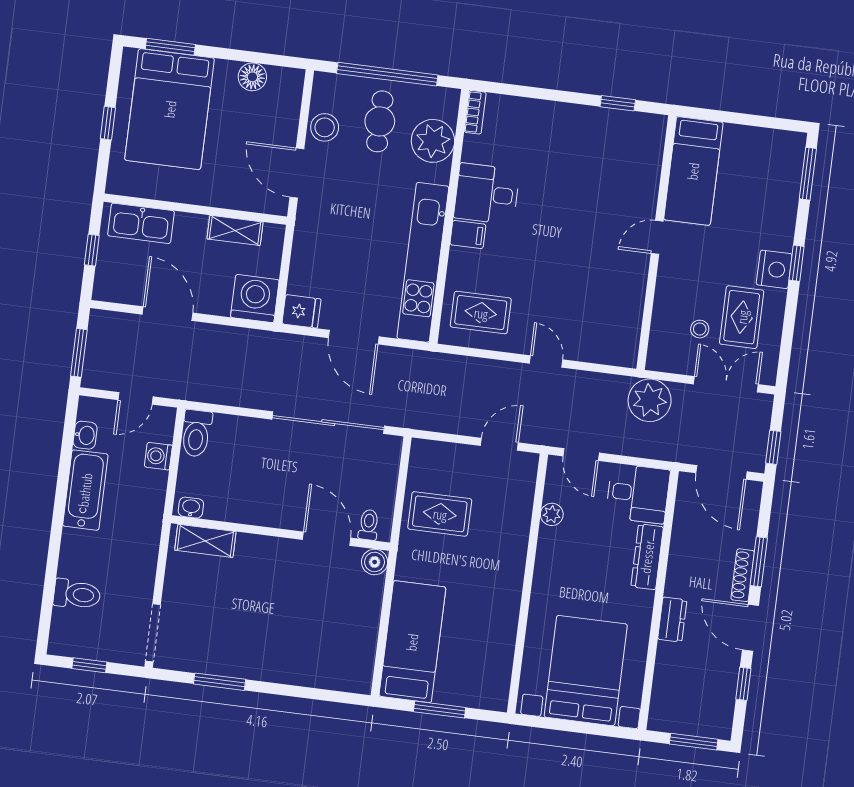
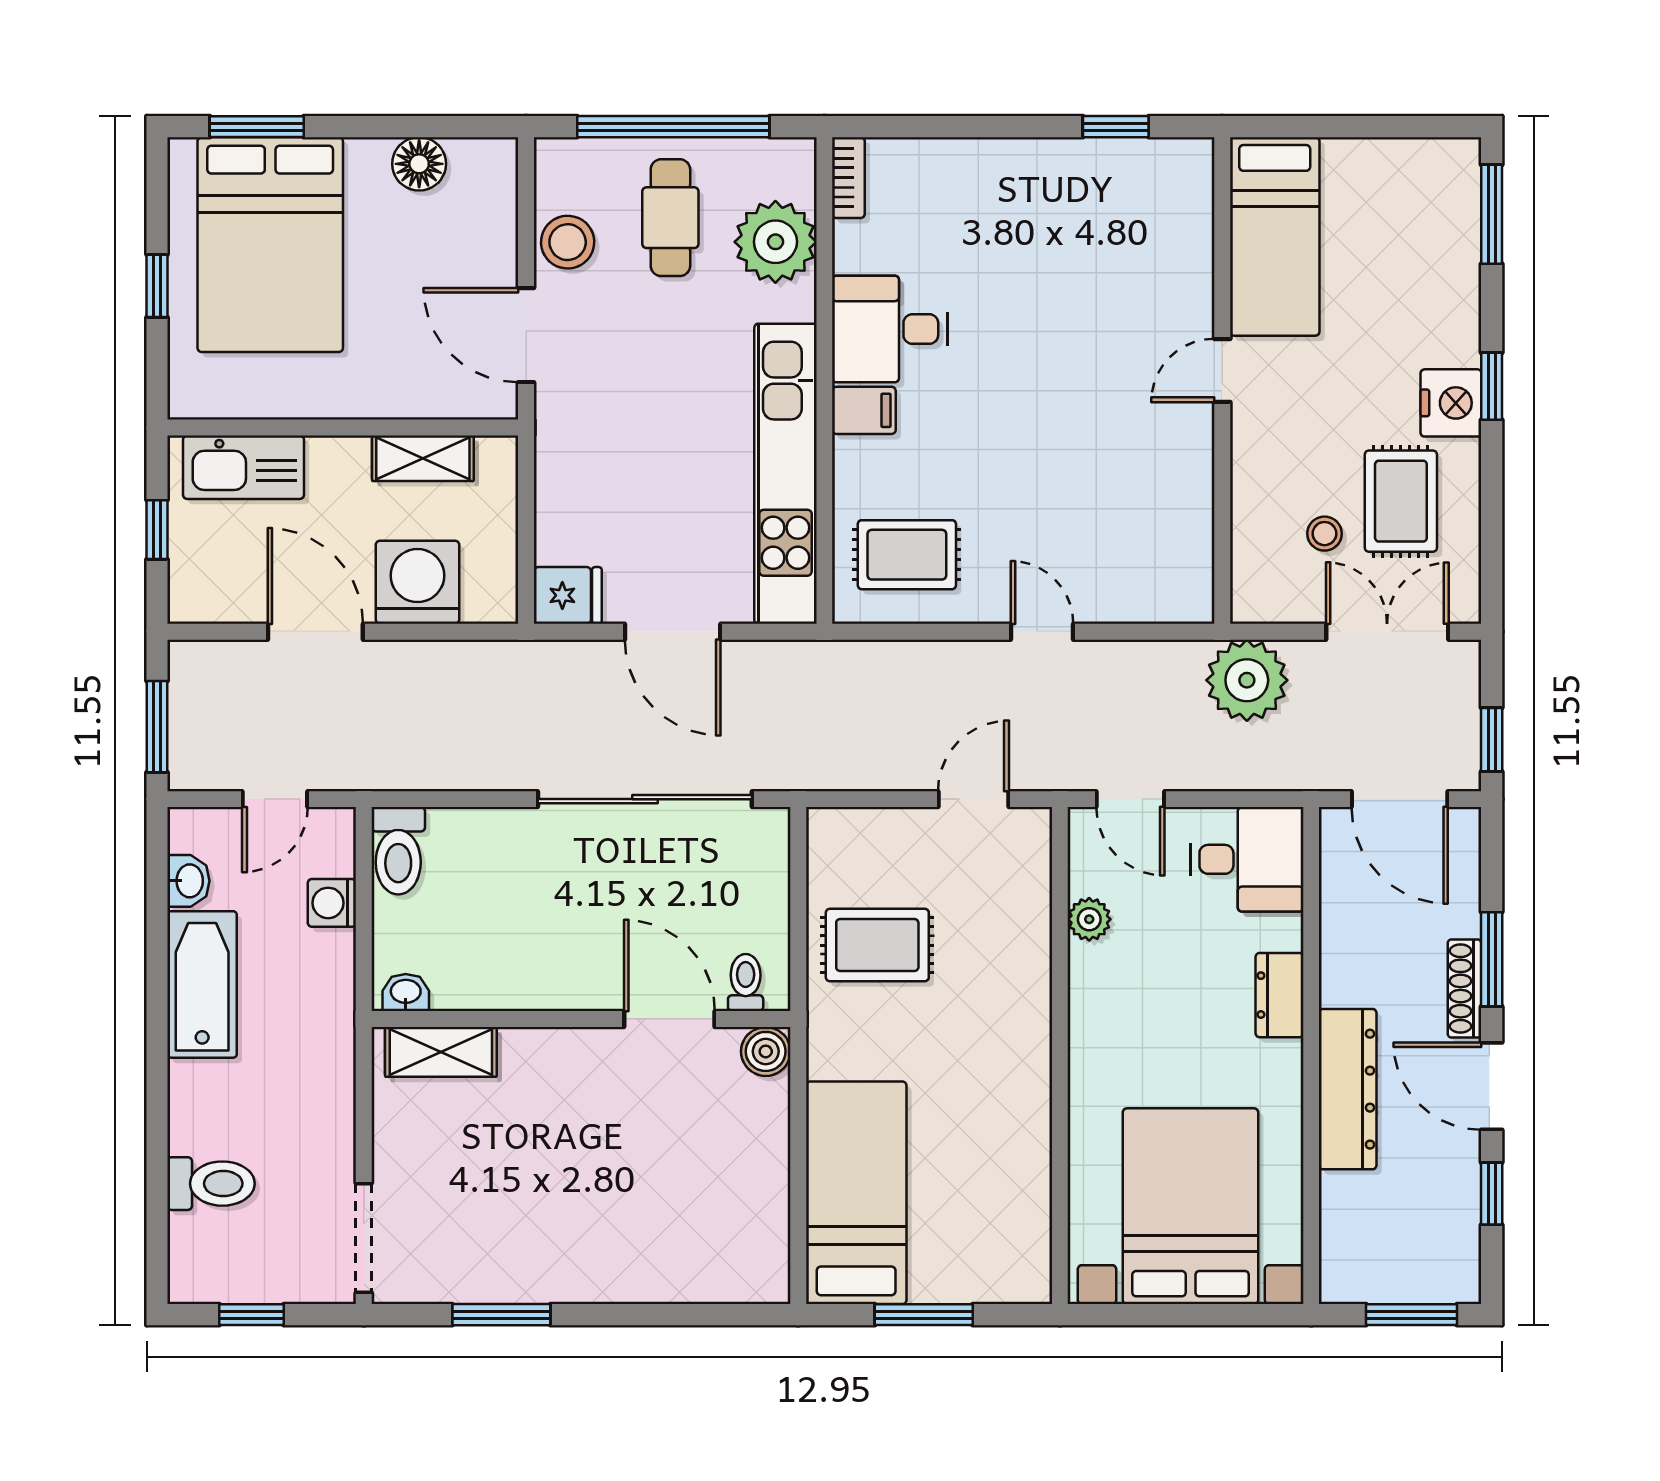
washing machine: (255, 299) -> (417, 582), moved
dresser: (647, 557) -> (1279, 995), width x0.70
dresser: (672, 620) -> (1348, 1089), width x1.96, depth x1.24

